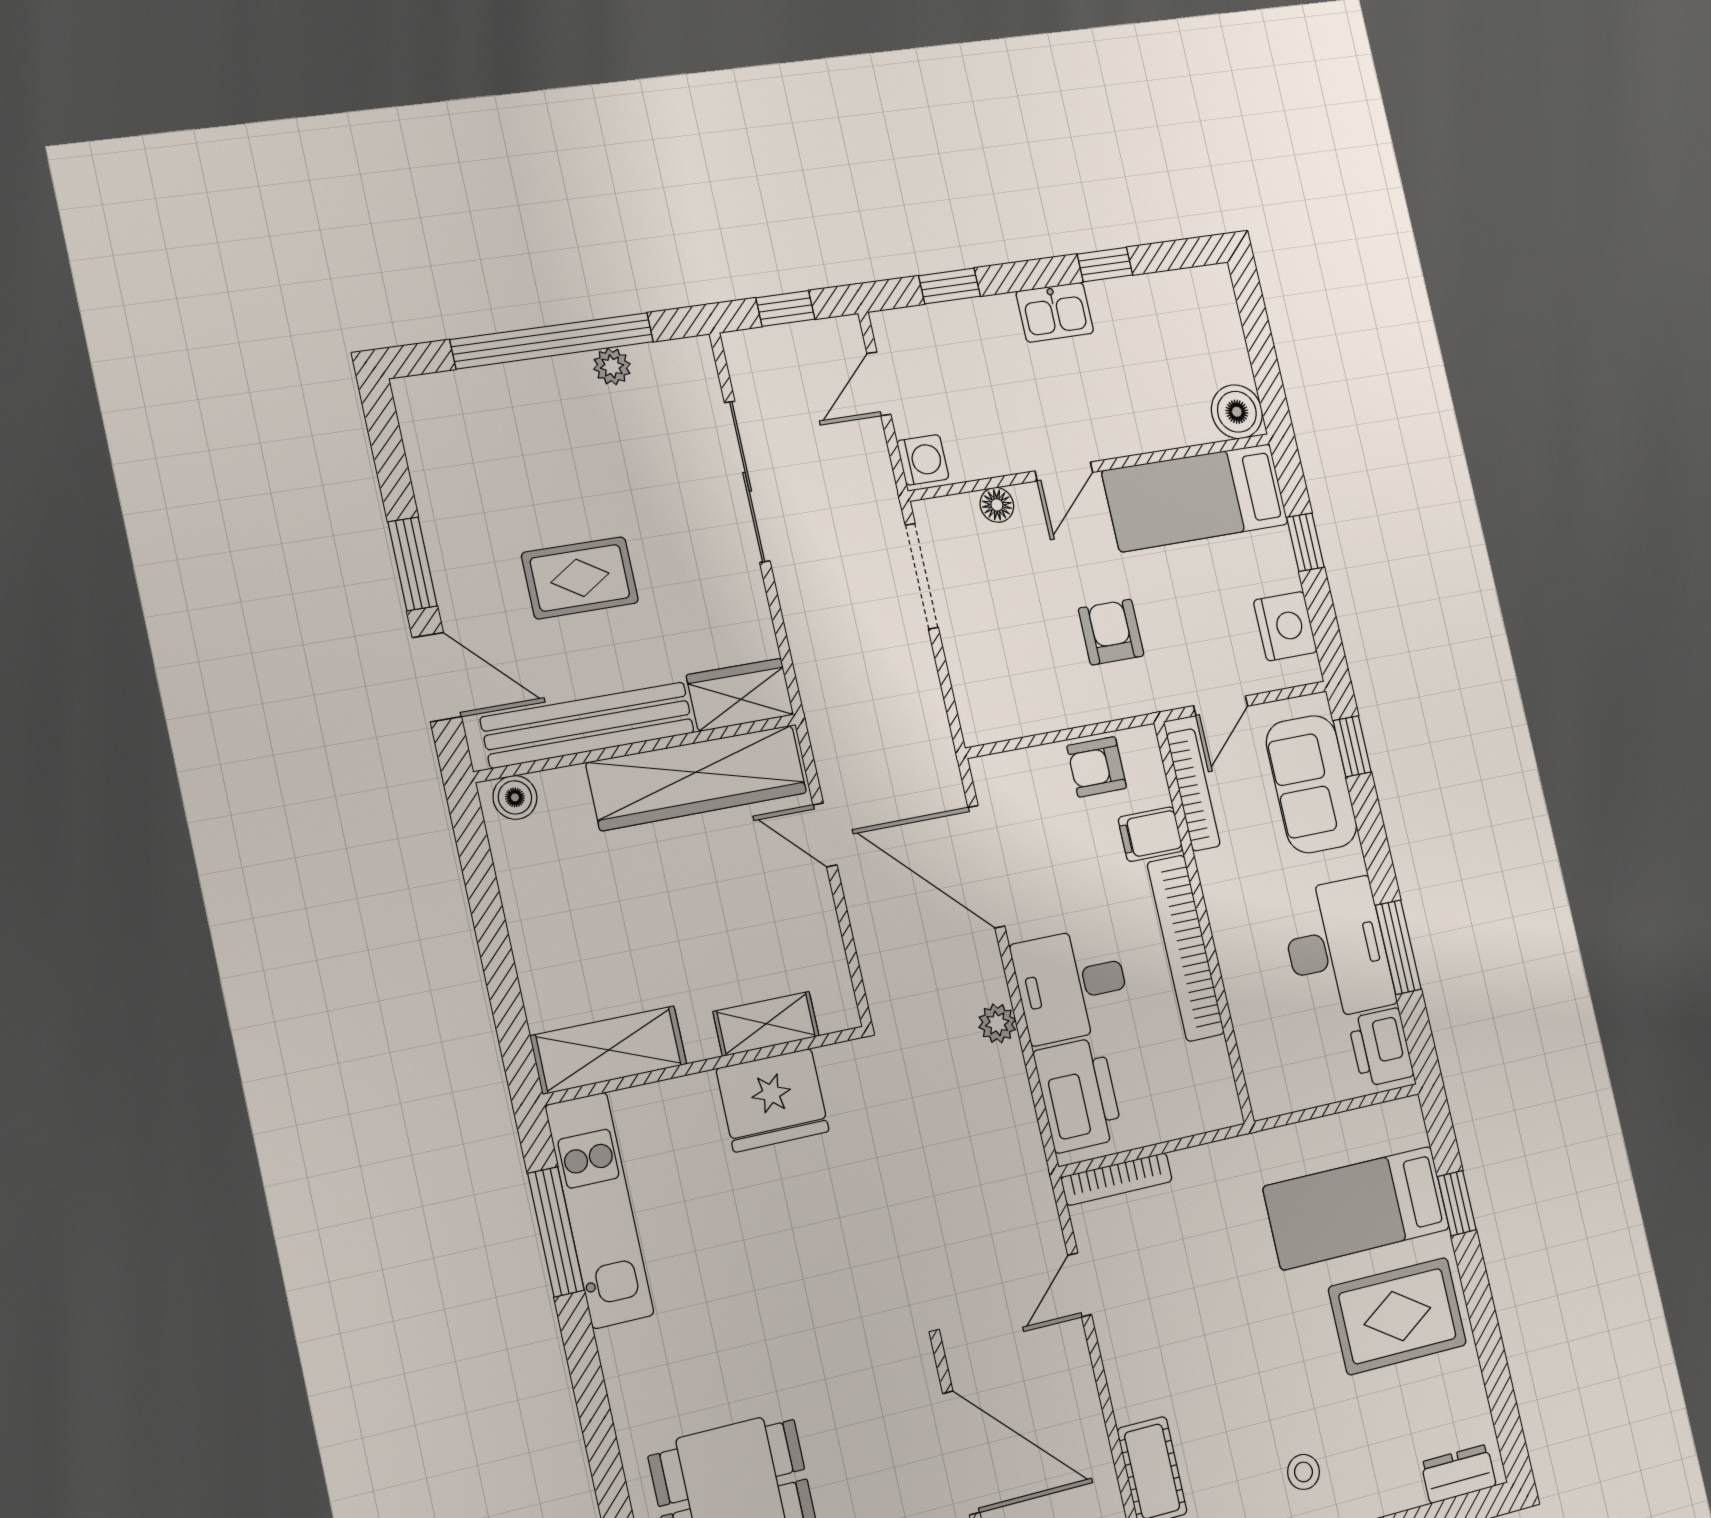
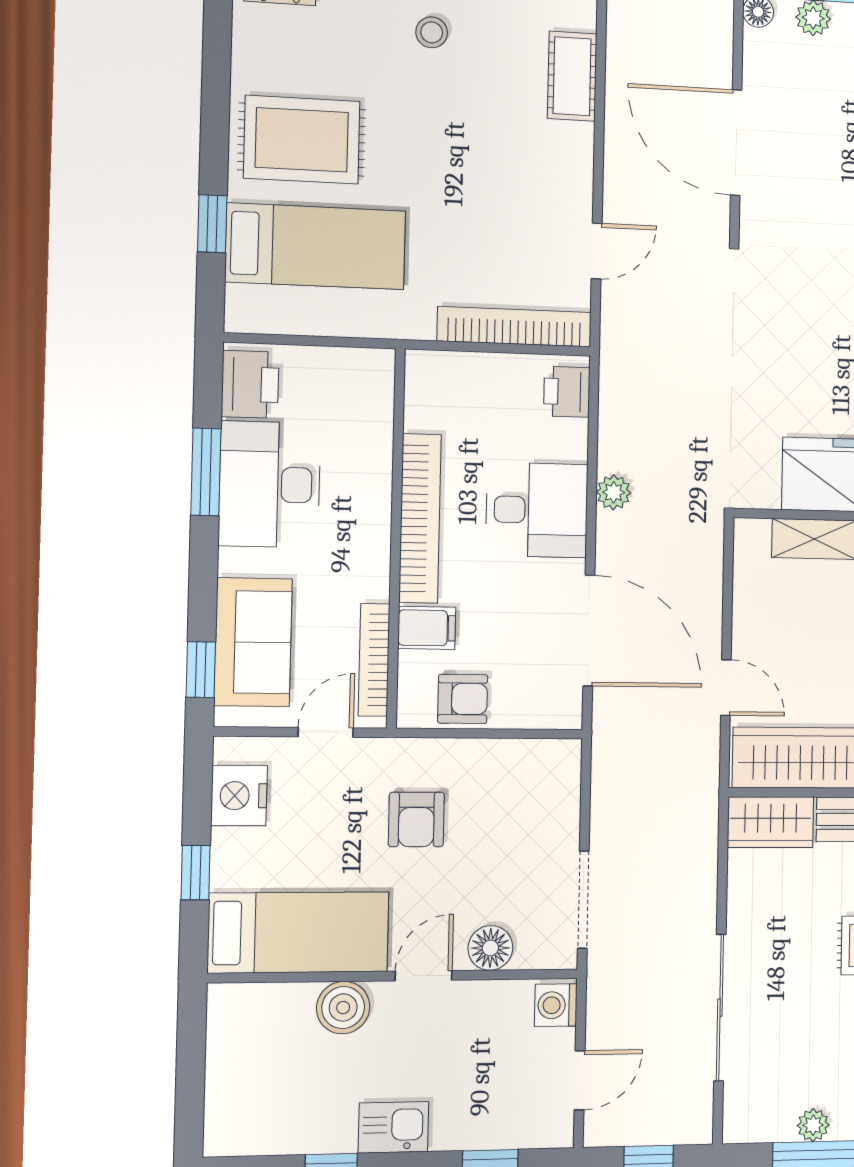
boiler: (1237, 412) -> (343, 1008), moved
floor lamp: (997, 505) -> (490, 948), width x1.37, depth x1.37
printer: (1078, 1095) -> (567, 392), width x0.53, depth x0.68
bookcase: (1117, 1179) -> (514, 327), width x1.48, depth x1.31

